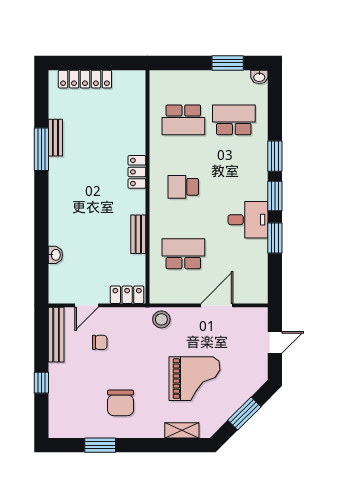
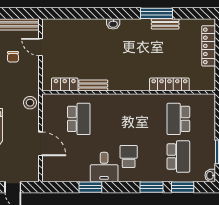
locker: (137, 172) -> (169, 84), moved, width x1.53
school desk: (183, 187) -> (129, 156), moved
window: (275, 196) -> (183, 187), moved
washbasin: (55, 255) -> (113, 24), moved
locker: (127, 295) -> (65, 84), moved, turned -90

